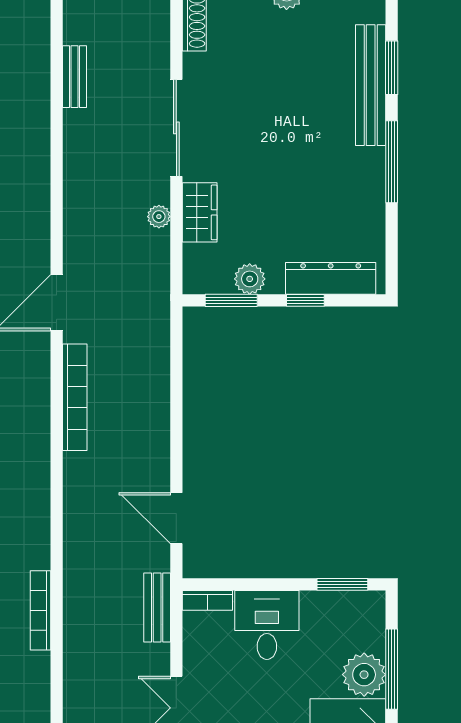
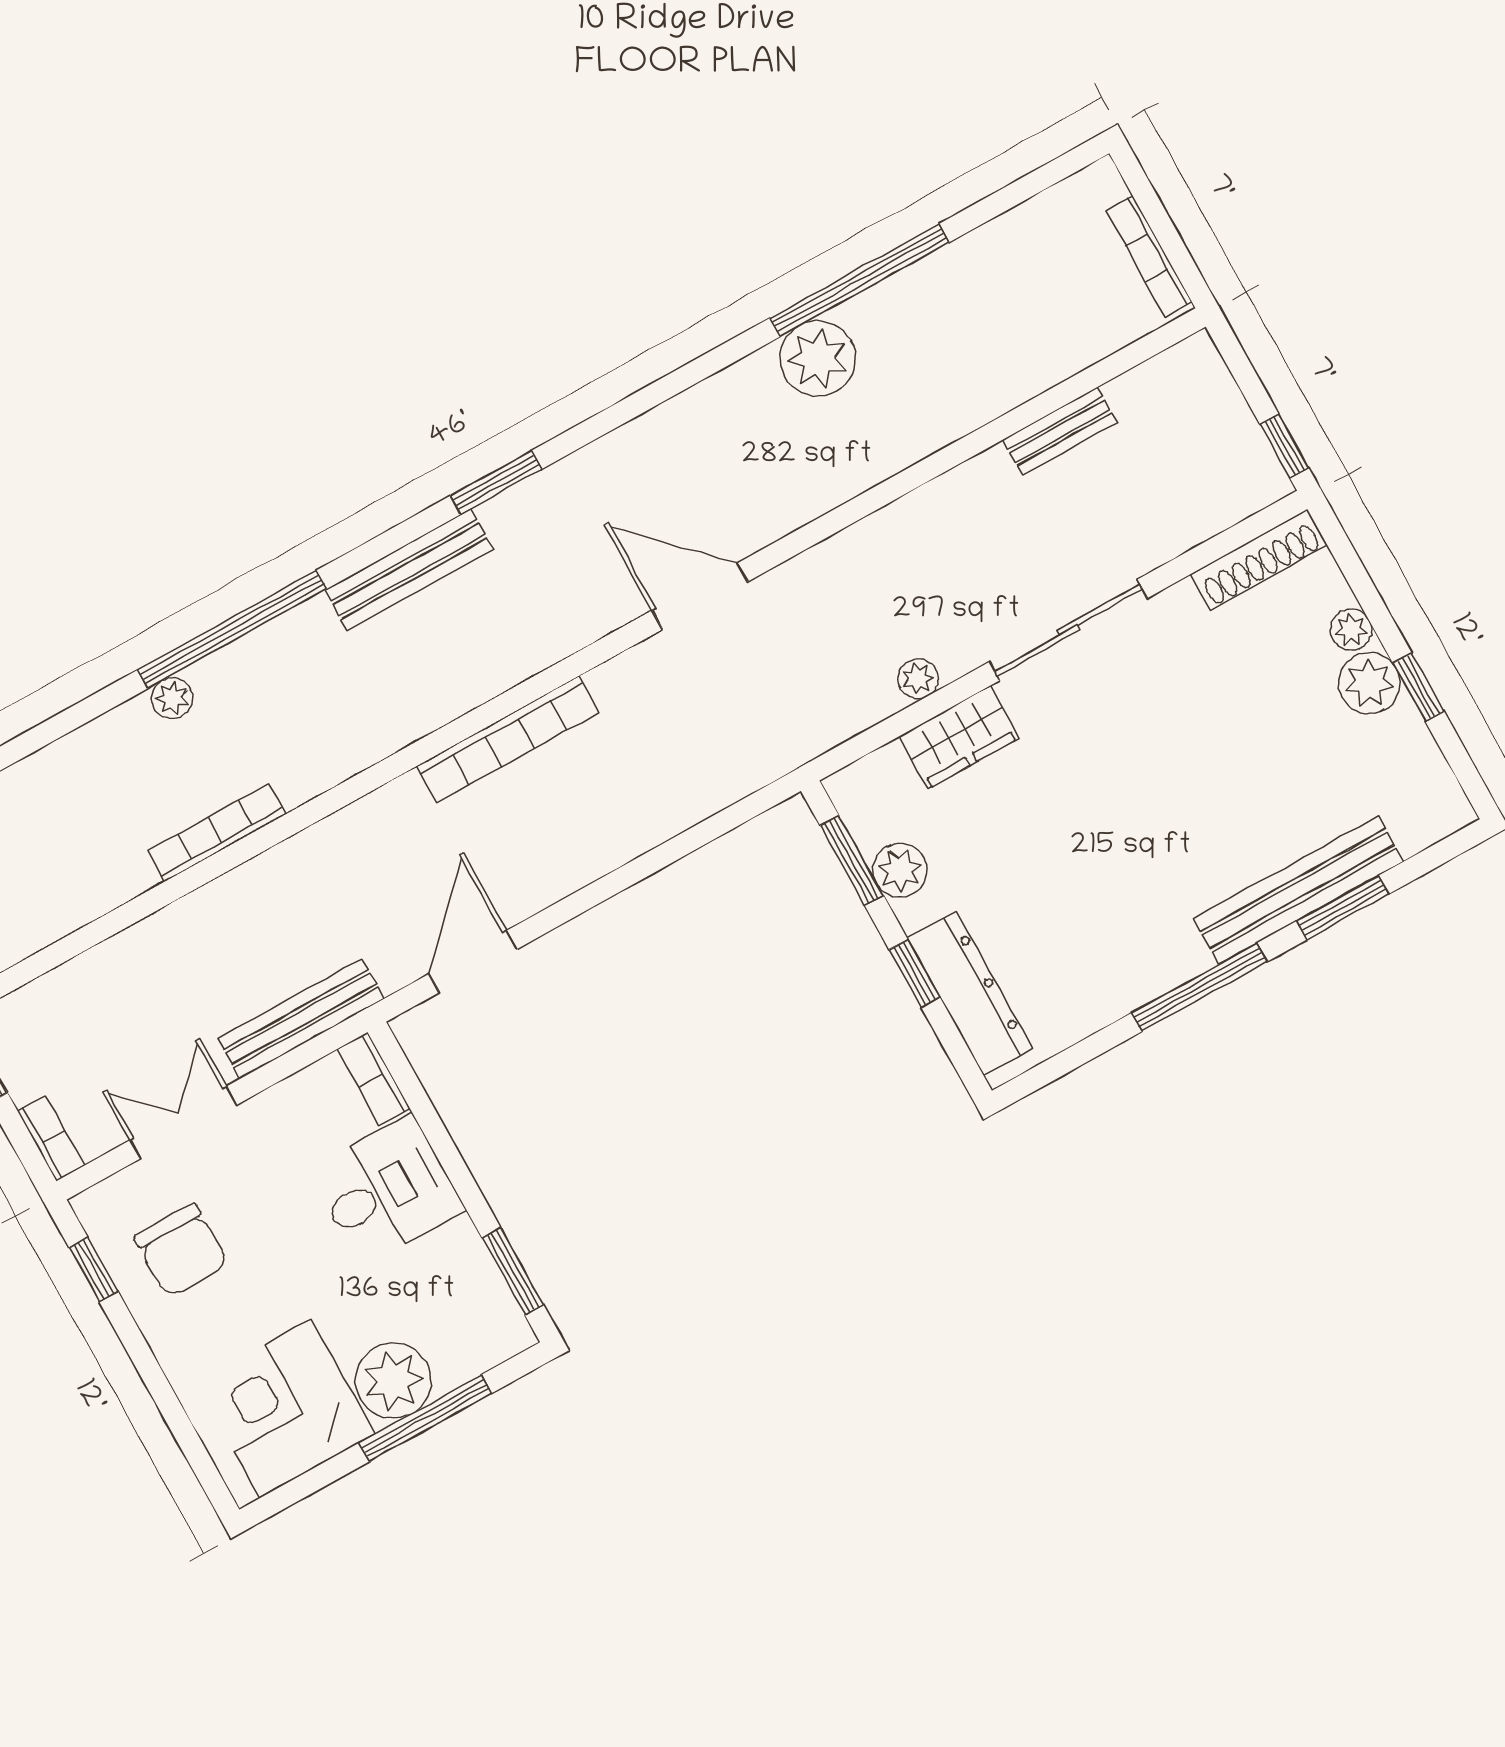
bookcase: (75, 397) -> (508, 739), moved
bench: (157, 607) -> (301, 1019), width x1.36

